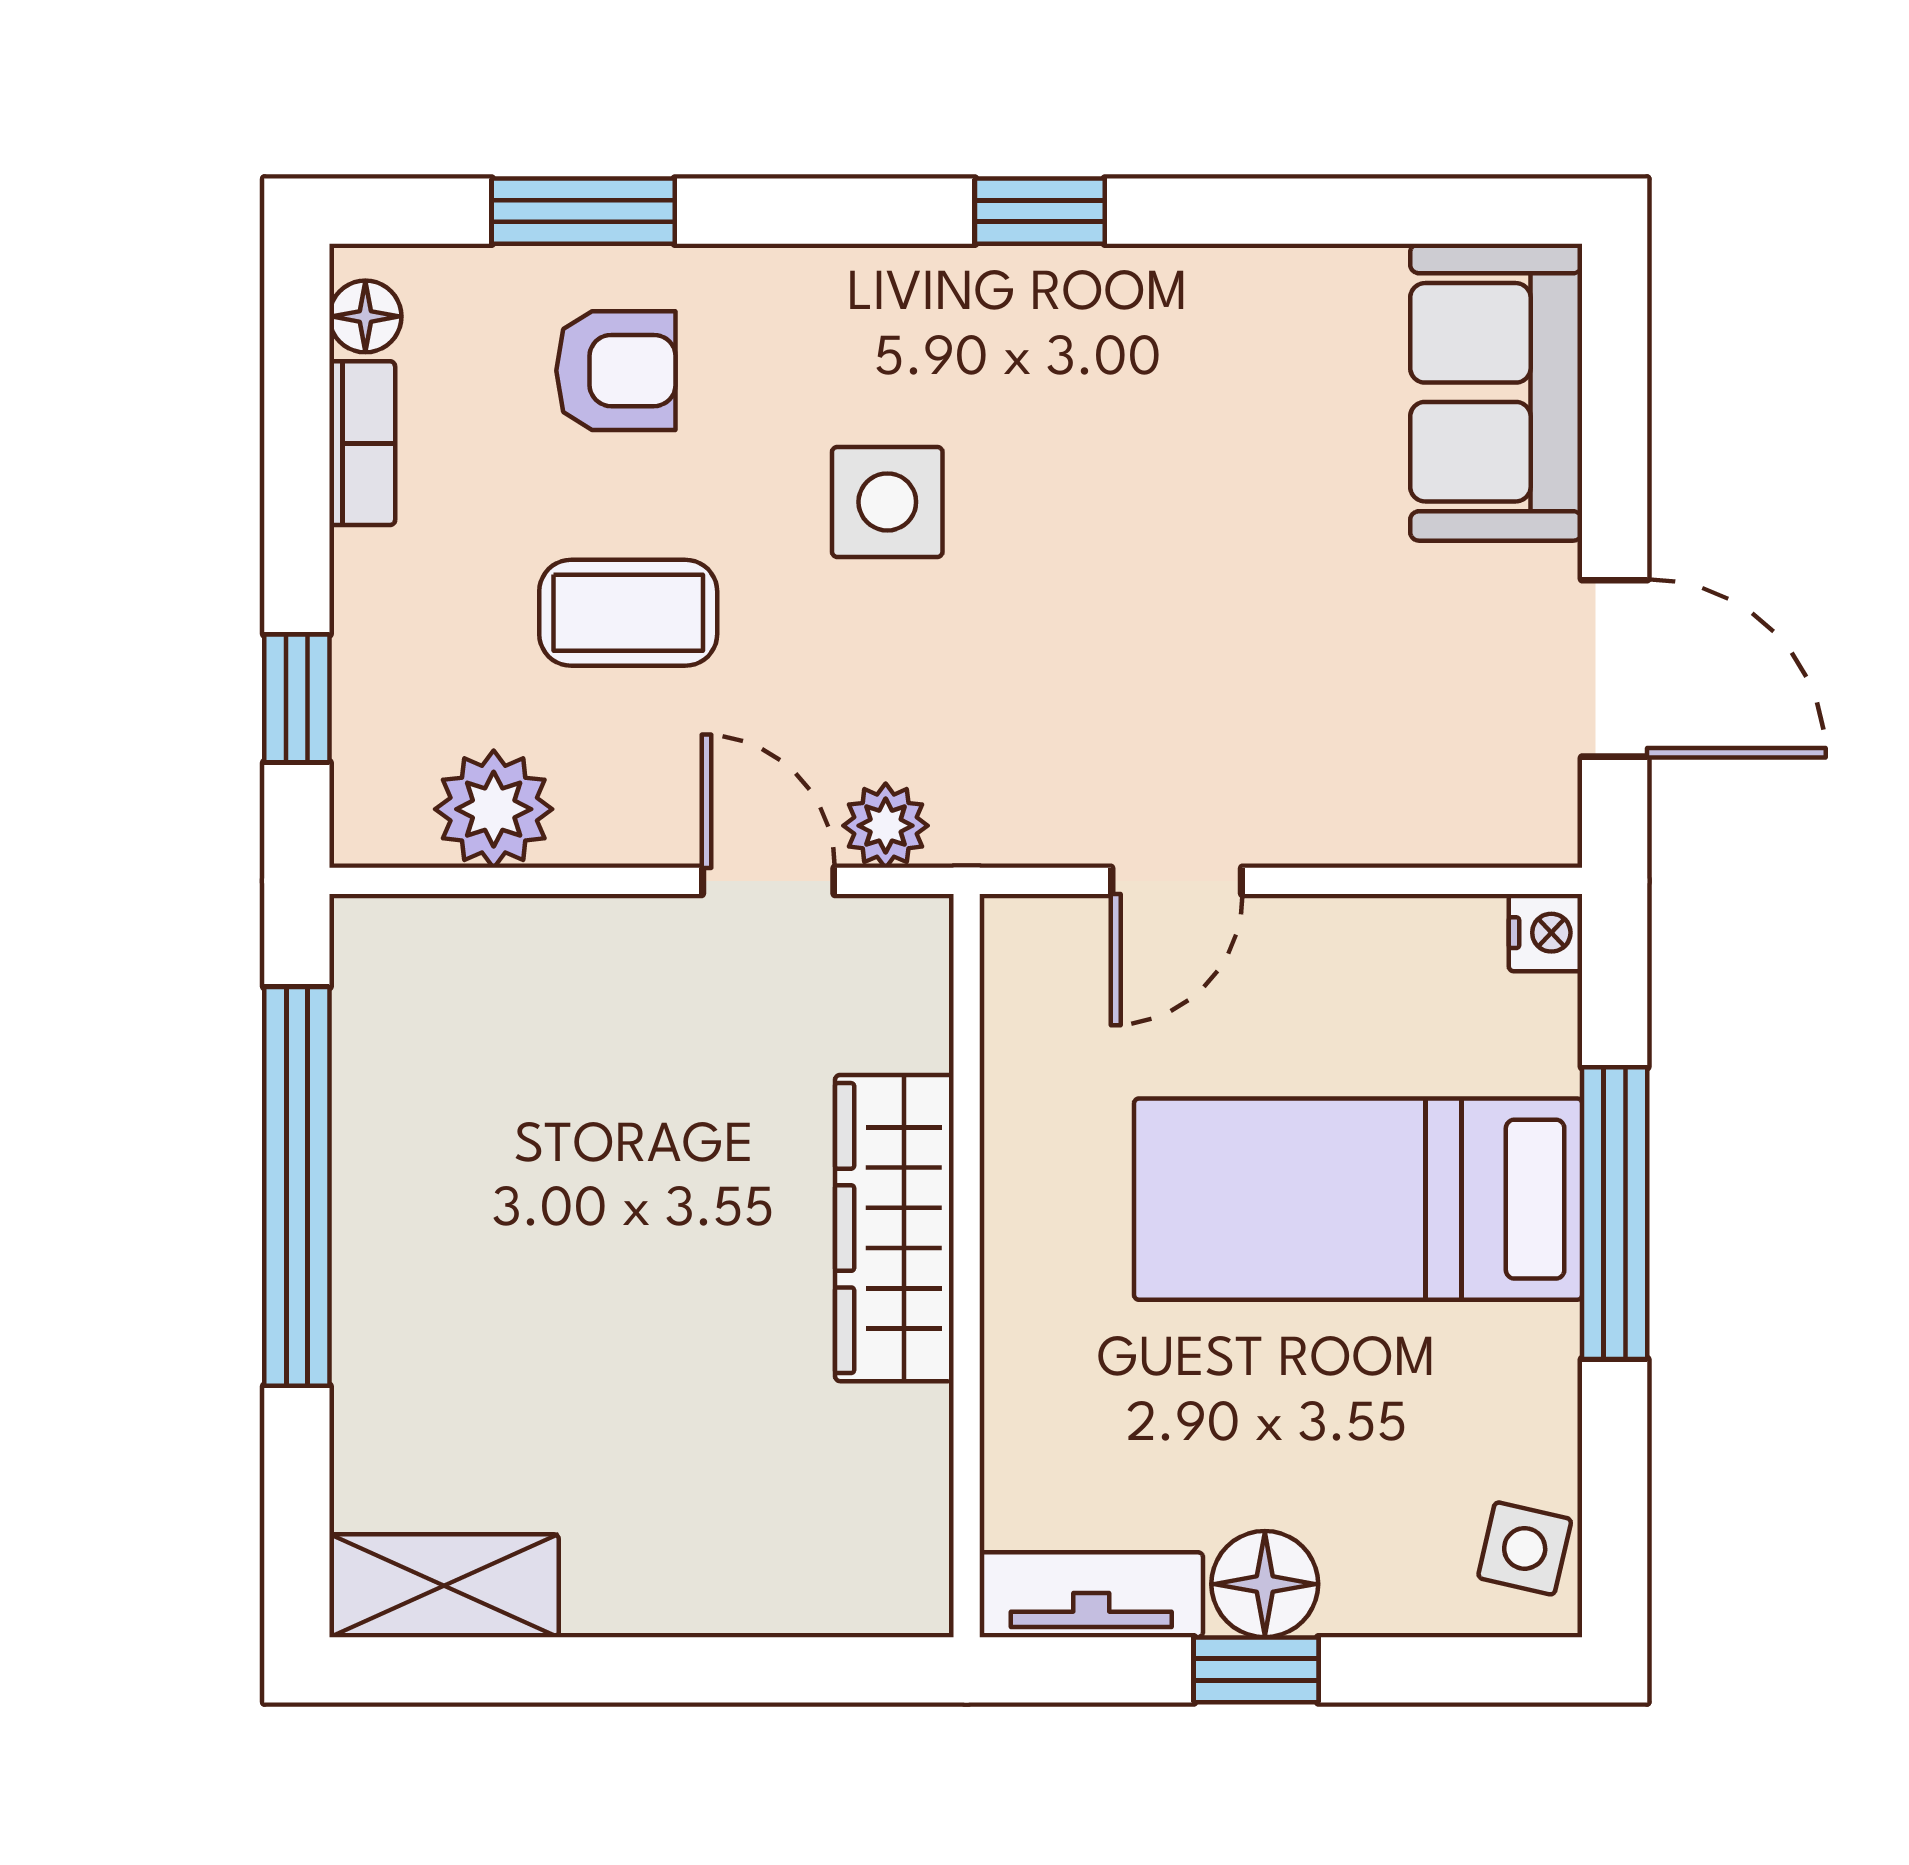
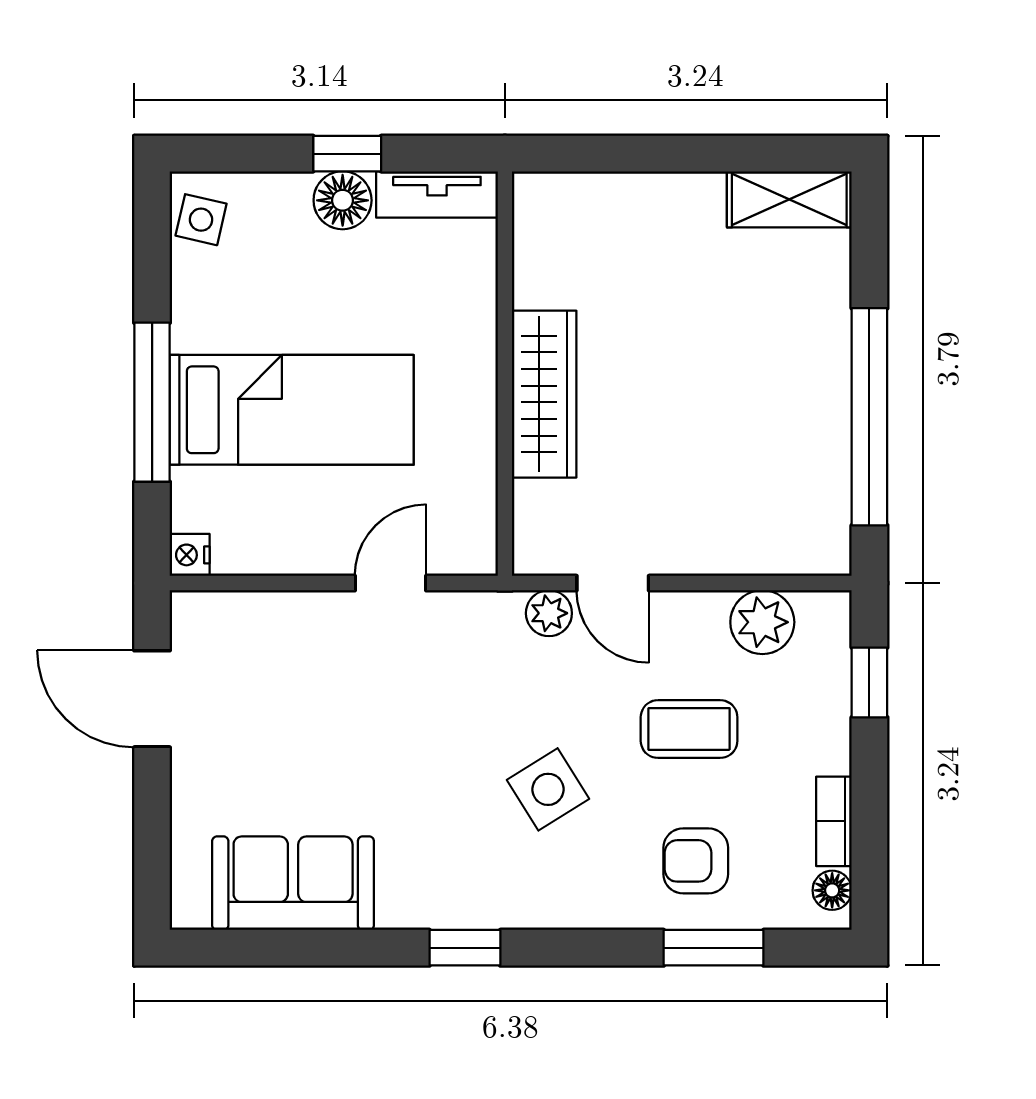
sofa: (1496, 392) -> (293, 883), moved, turned -90
side table: (887, 502) -> (548, 789), turned -32

